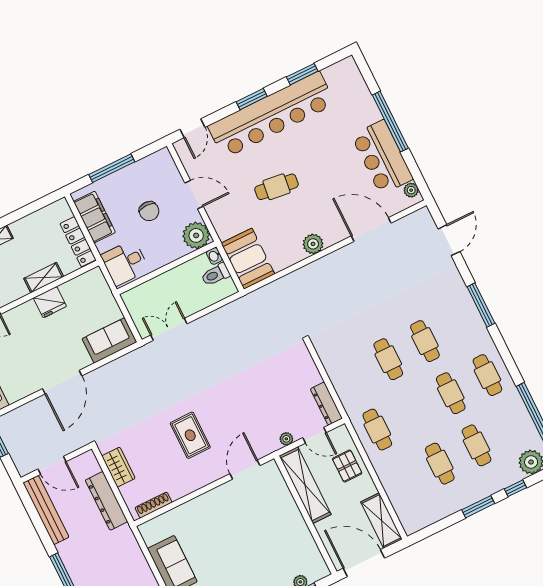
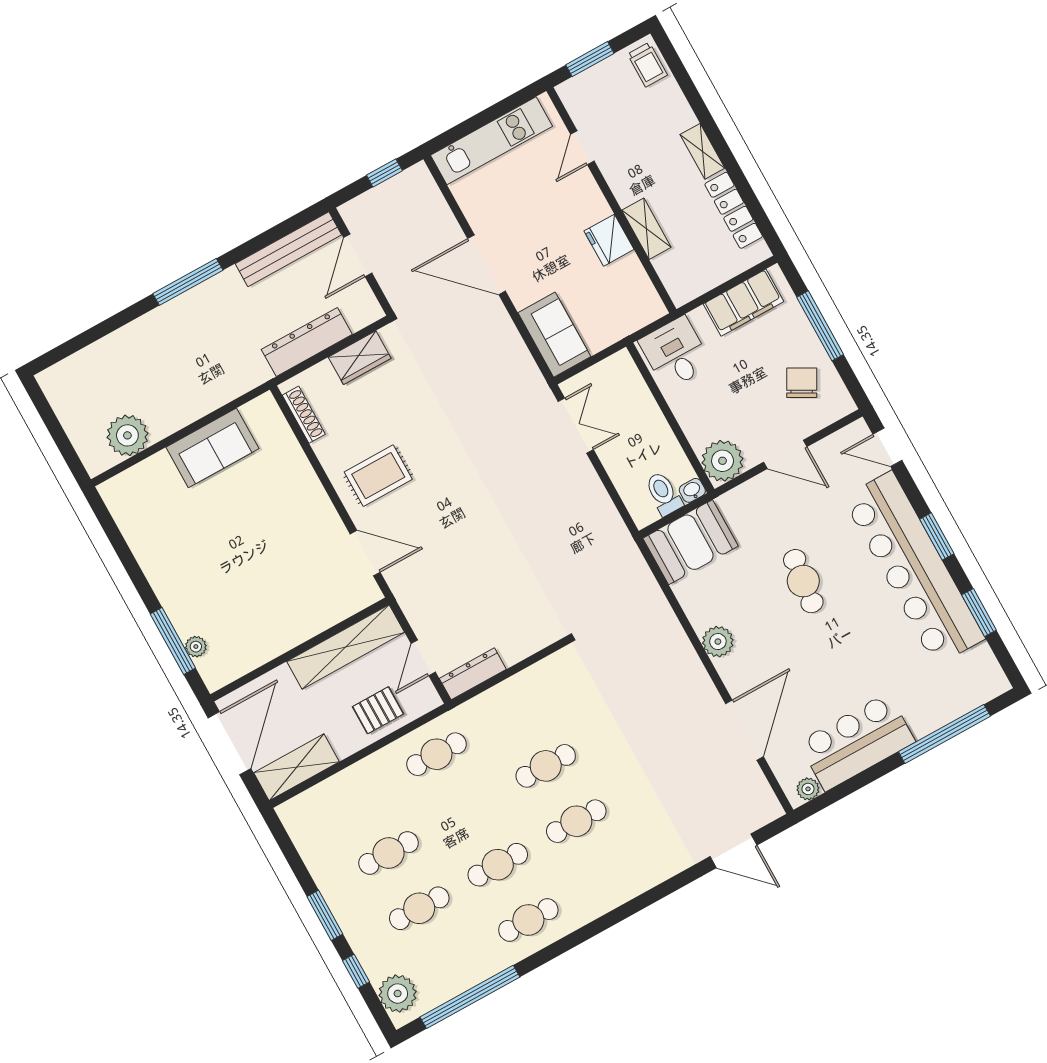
window: (390, 122) -> (944, 734), moved
door: (194, 195) -> (785, 454), hinge flipped
chair: (149, 211) -> (802, 383), moved, turned 120
locker: (78, 242) -> (734, 210), moved, turned -90
window: (481, 305) -> (636, 905), removed
rug: (190, 435) -> (378, 476), moved
plant: (286, 439) -> (415, 615), removed

